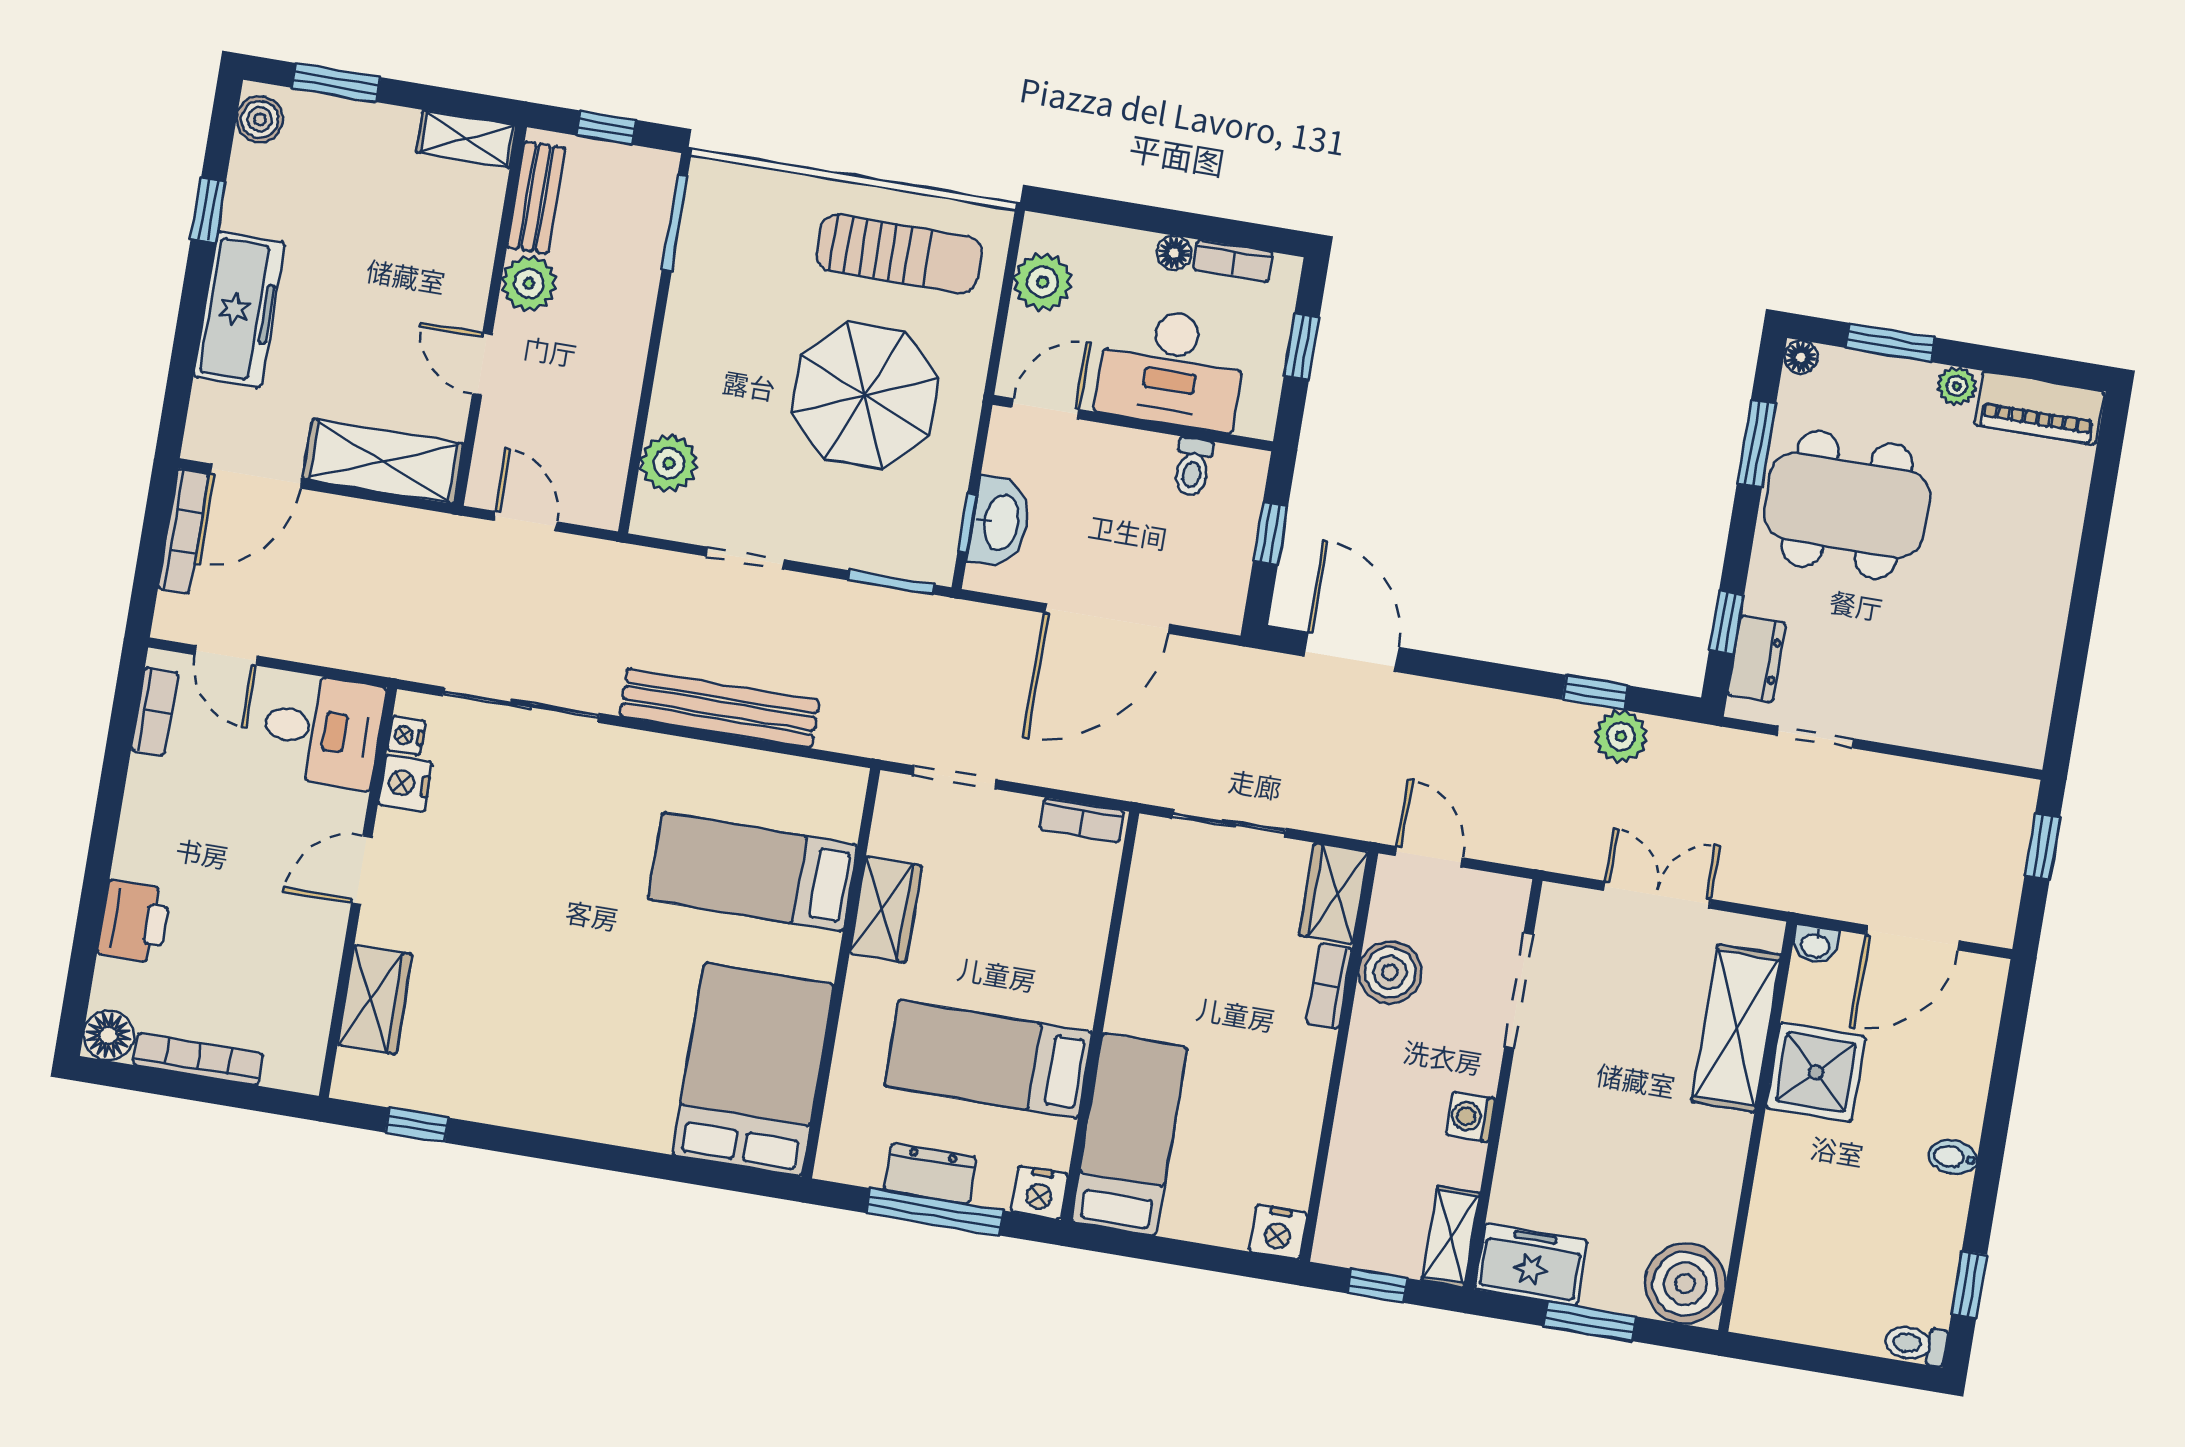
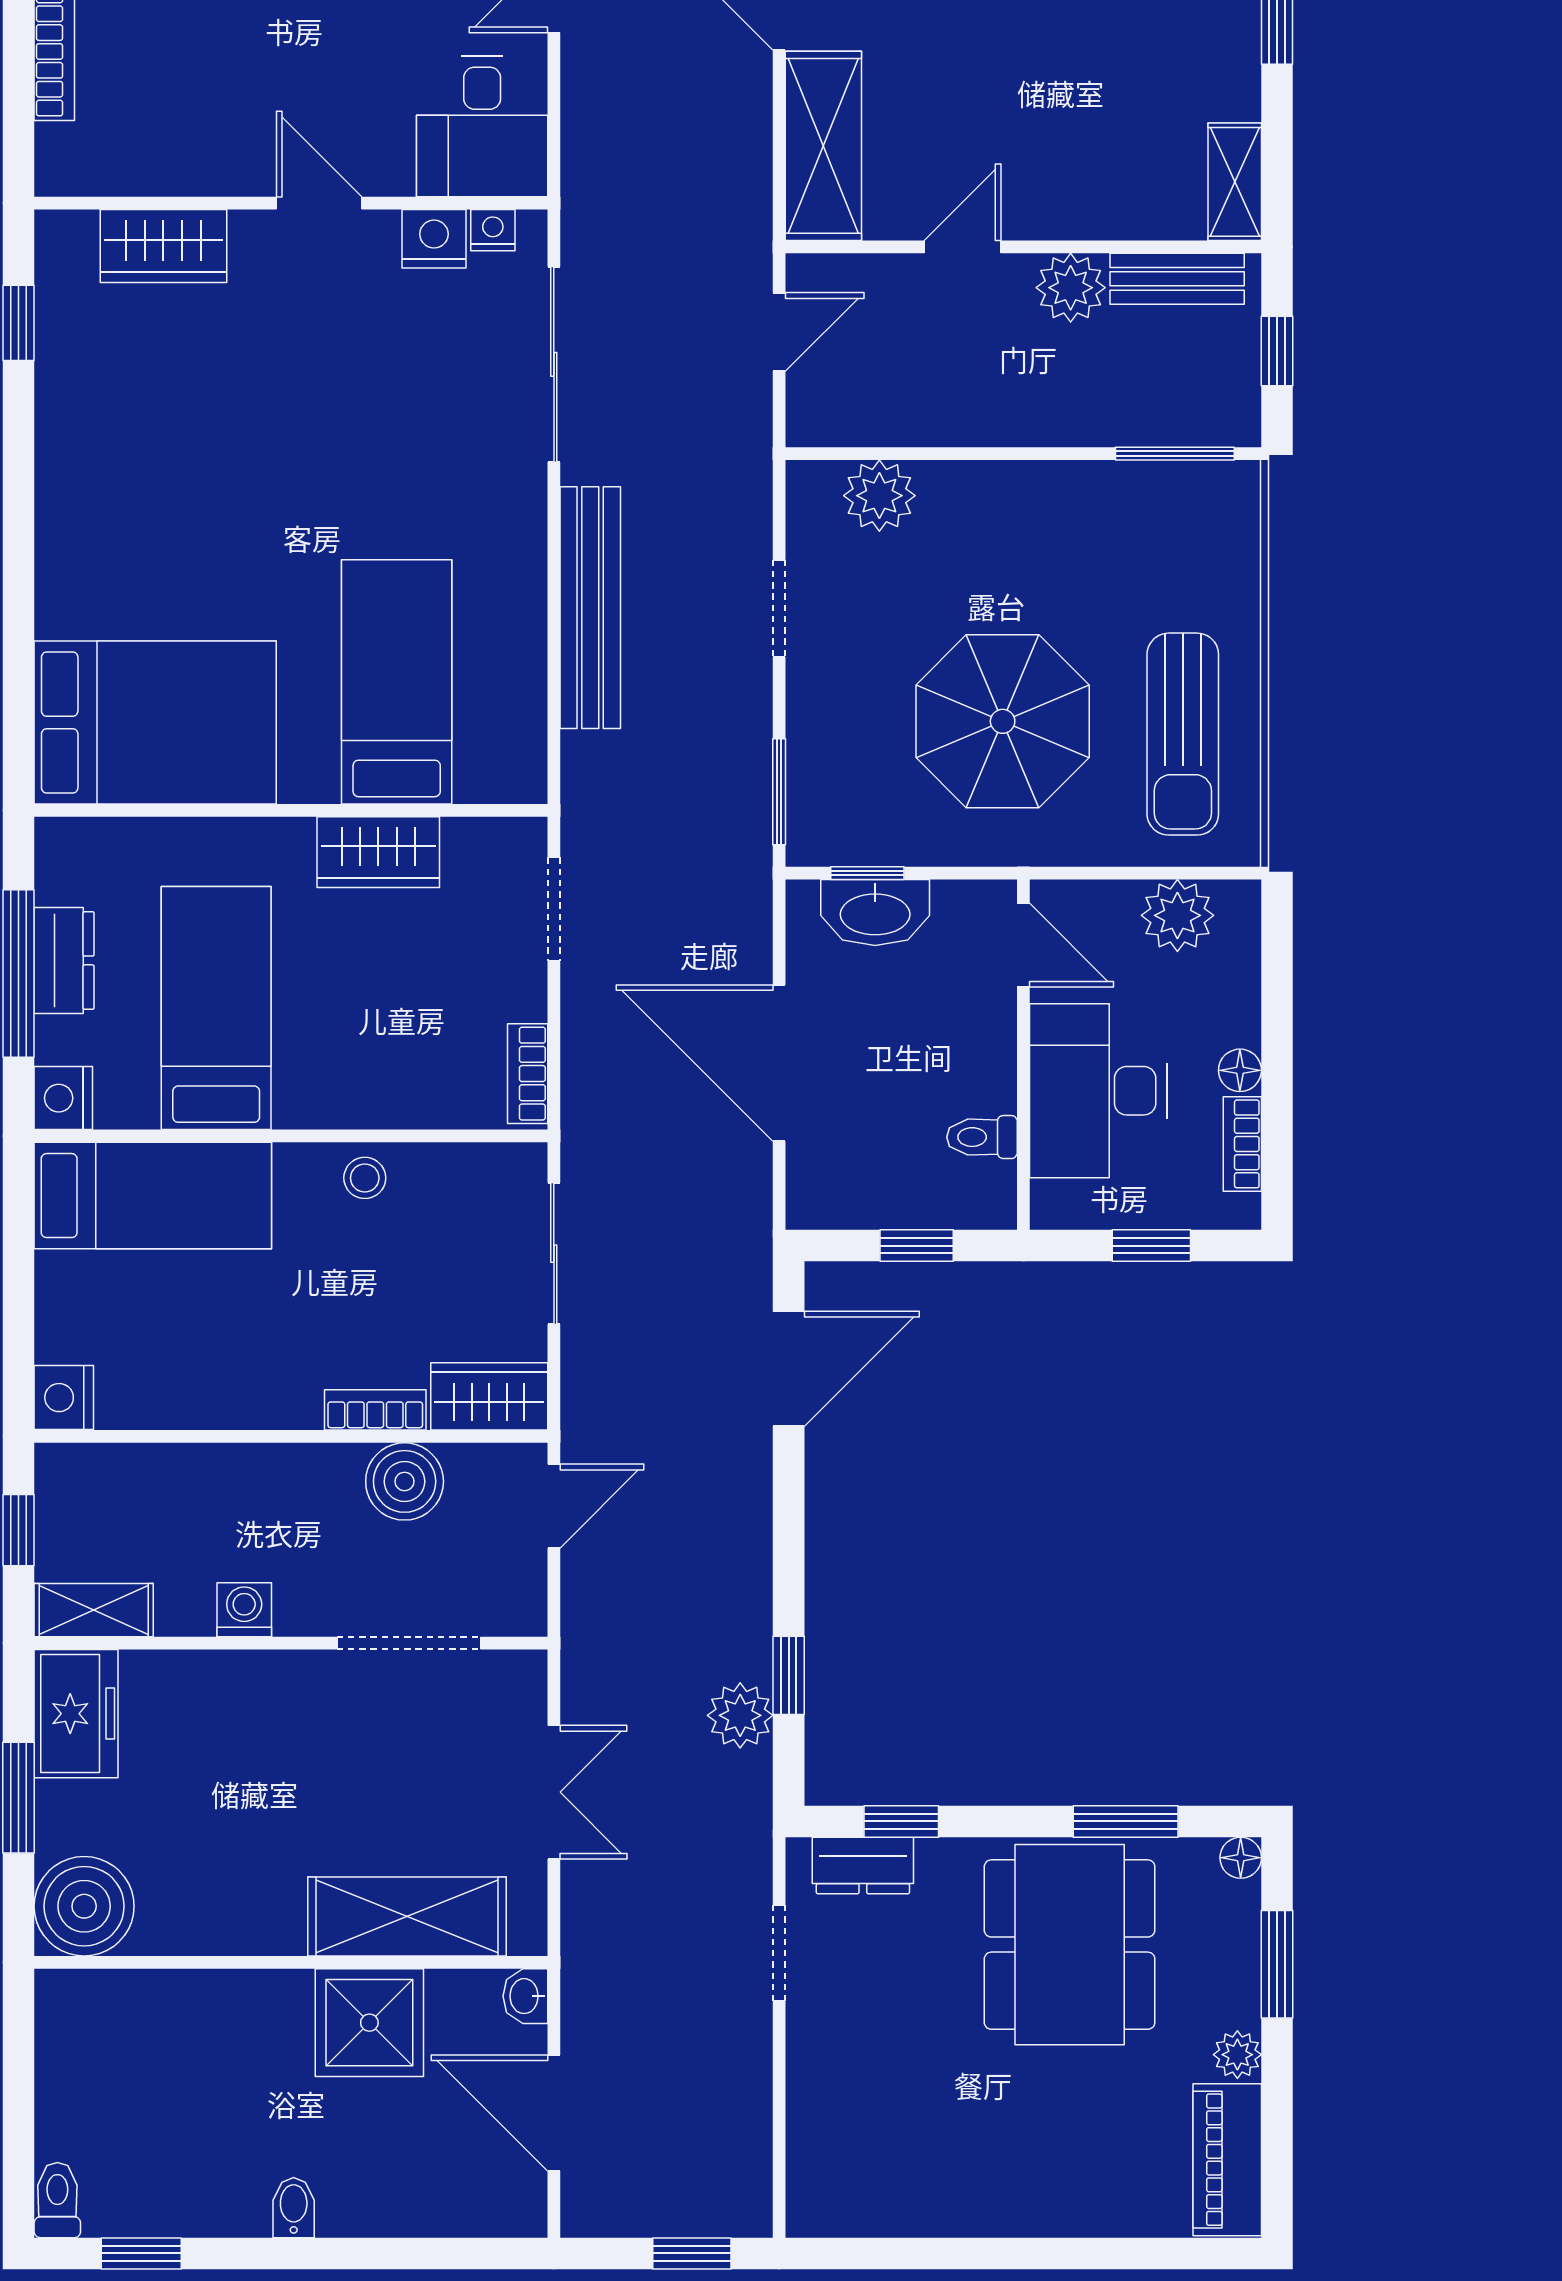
stool: (1143, 964) -> (365, 1178), added

